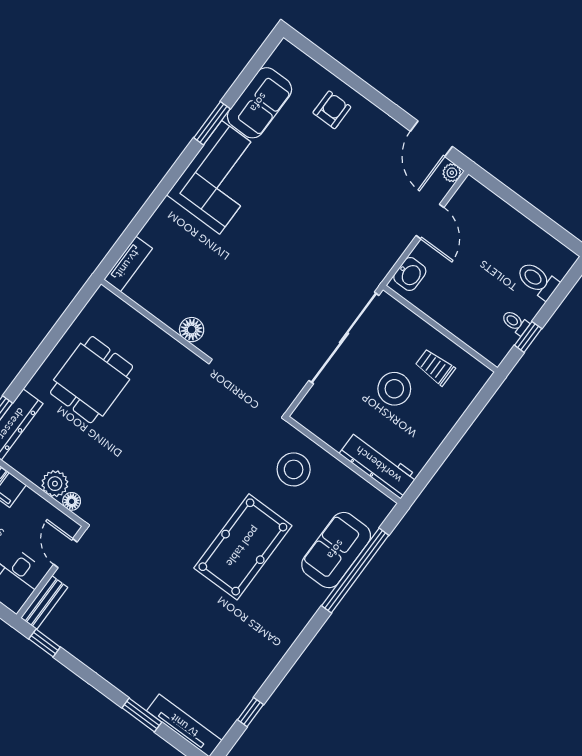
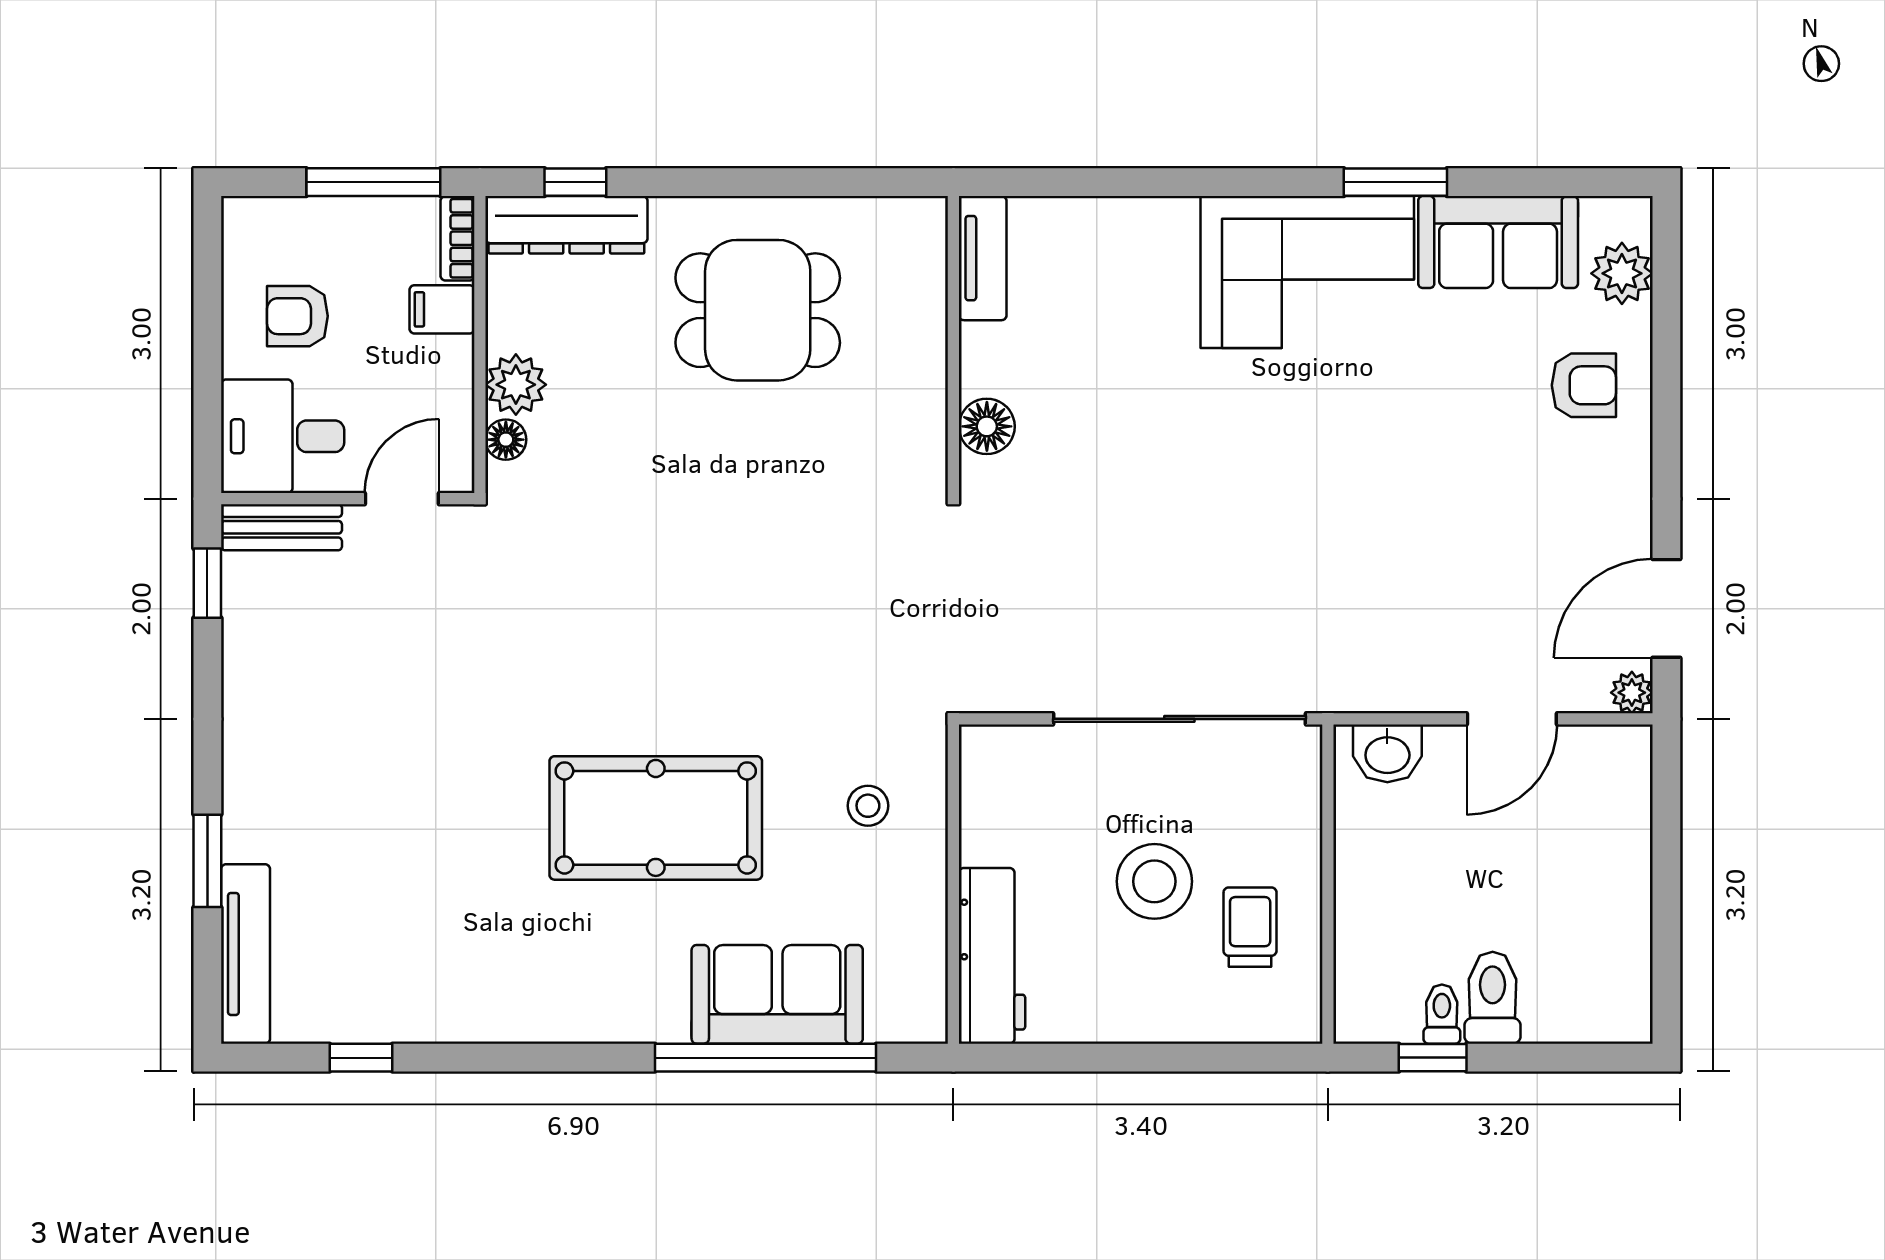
plant: (303, 68) -> (1622, 273), added
tv unit: (128, 264) -> (983, 258), moved, turned -90
toilet: (538, 280) -> (1493, 998), moved
stool: (294, 469) -> (868, 806), width x0.53, depth x0.53

